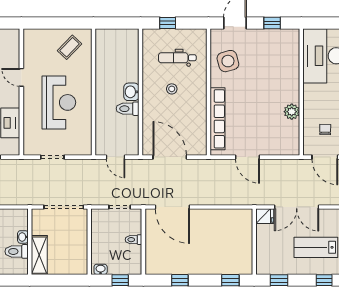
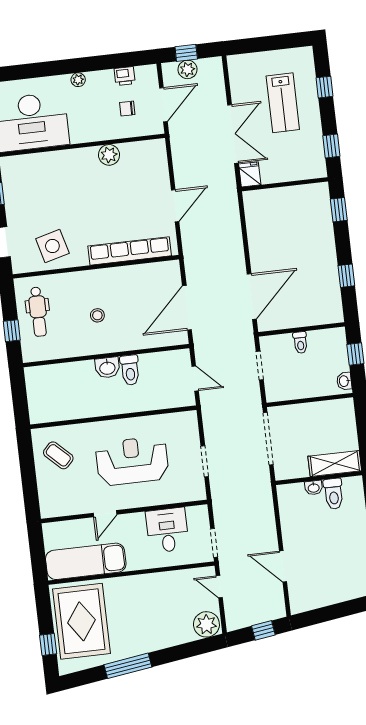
dental chair: (177, 58) -> (38, 312), moved
door: (116, 157) -> (195, 378), hinge flipped

